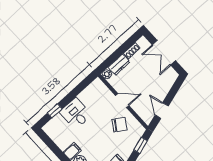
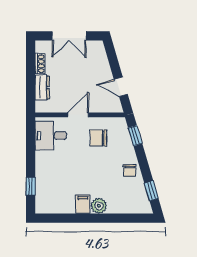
plant: (107, 74) -> (41, 107), removed
desk: (76, 113) -> (51, 136), moved
chair: (119, 125) -> (98, 138), turned -123

